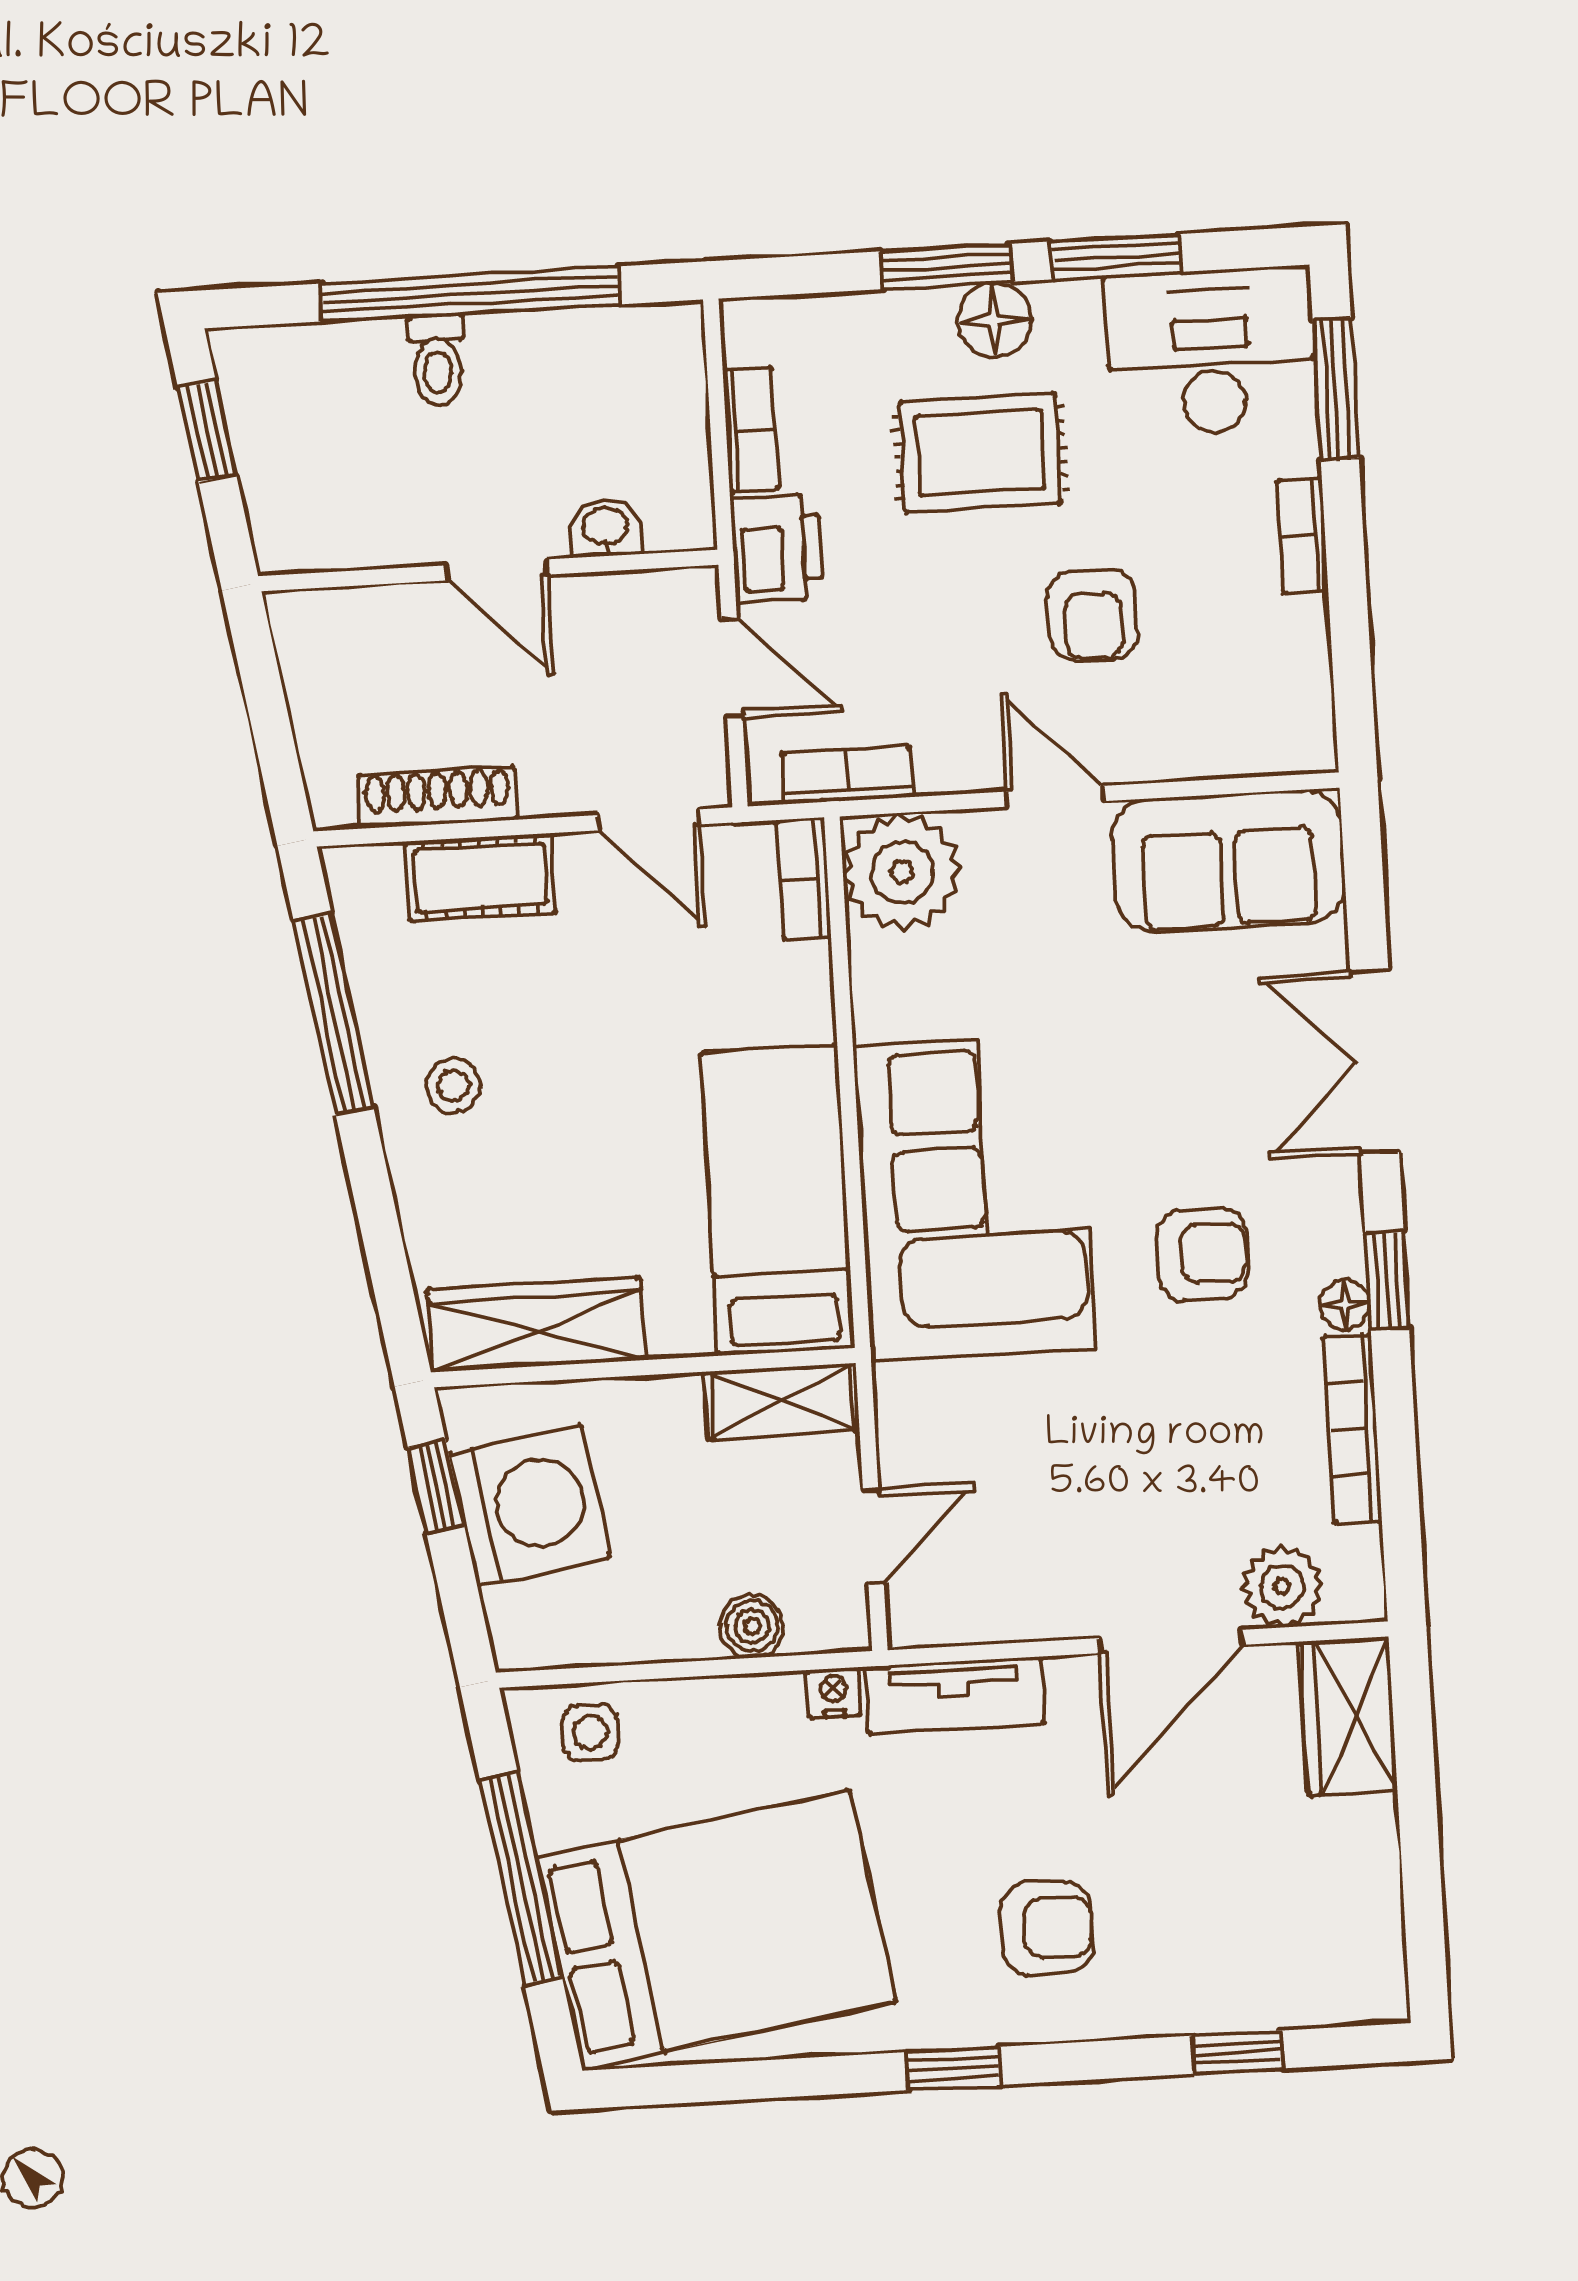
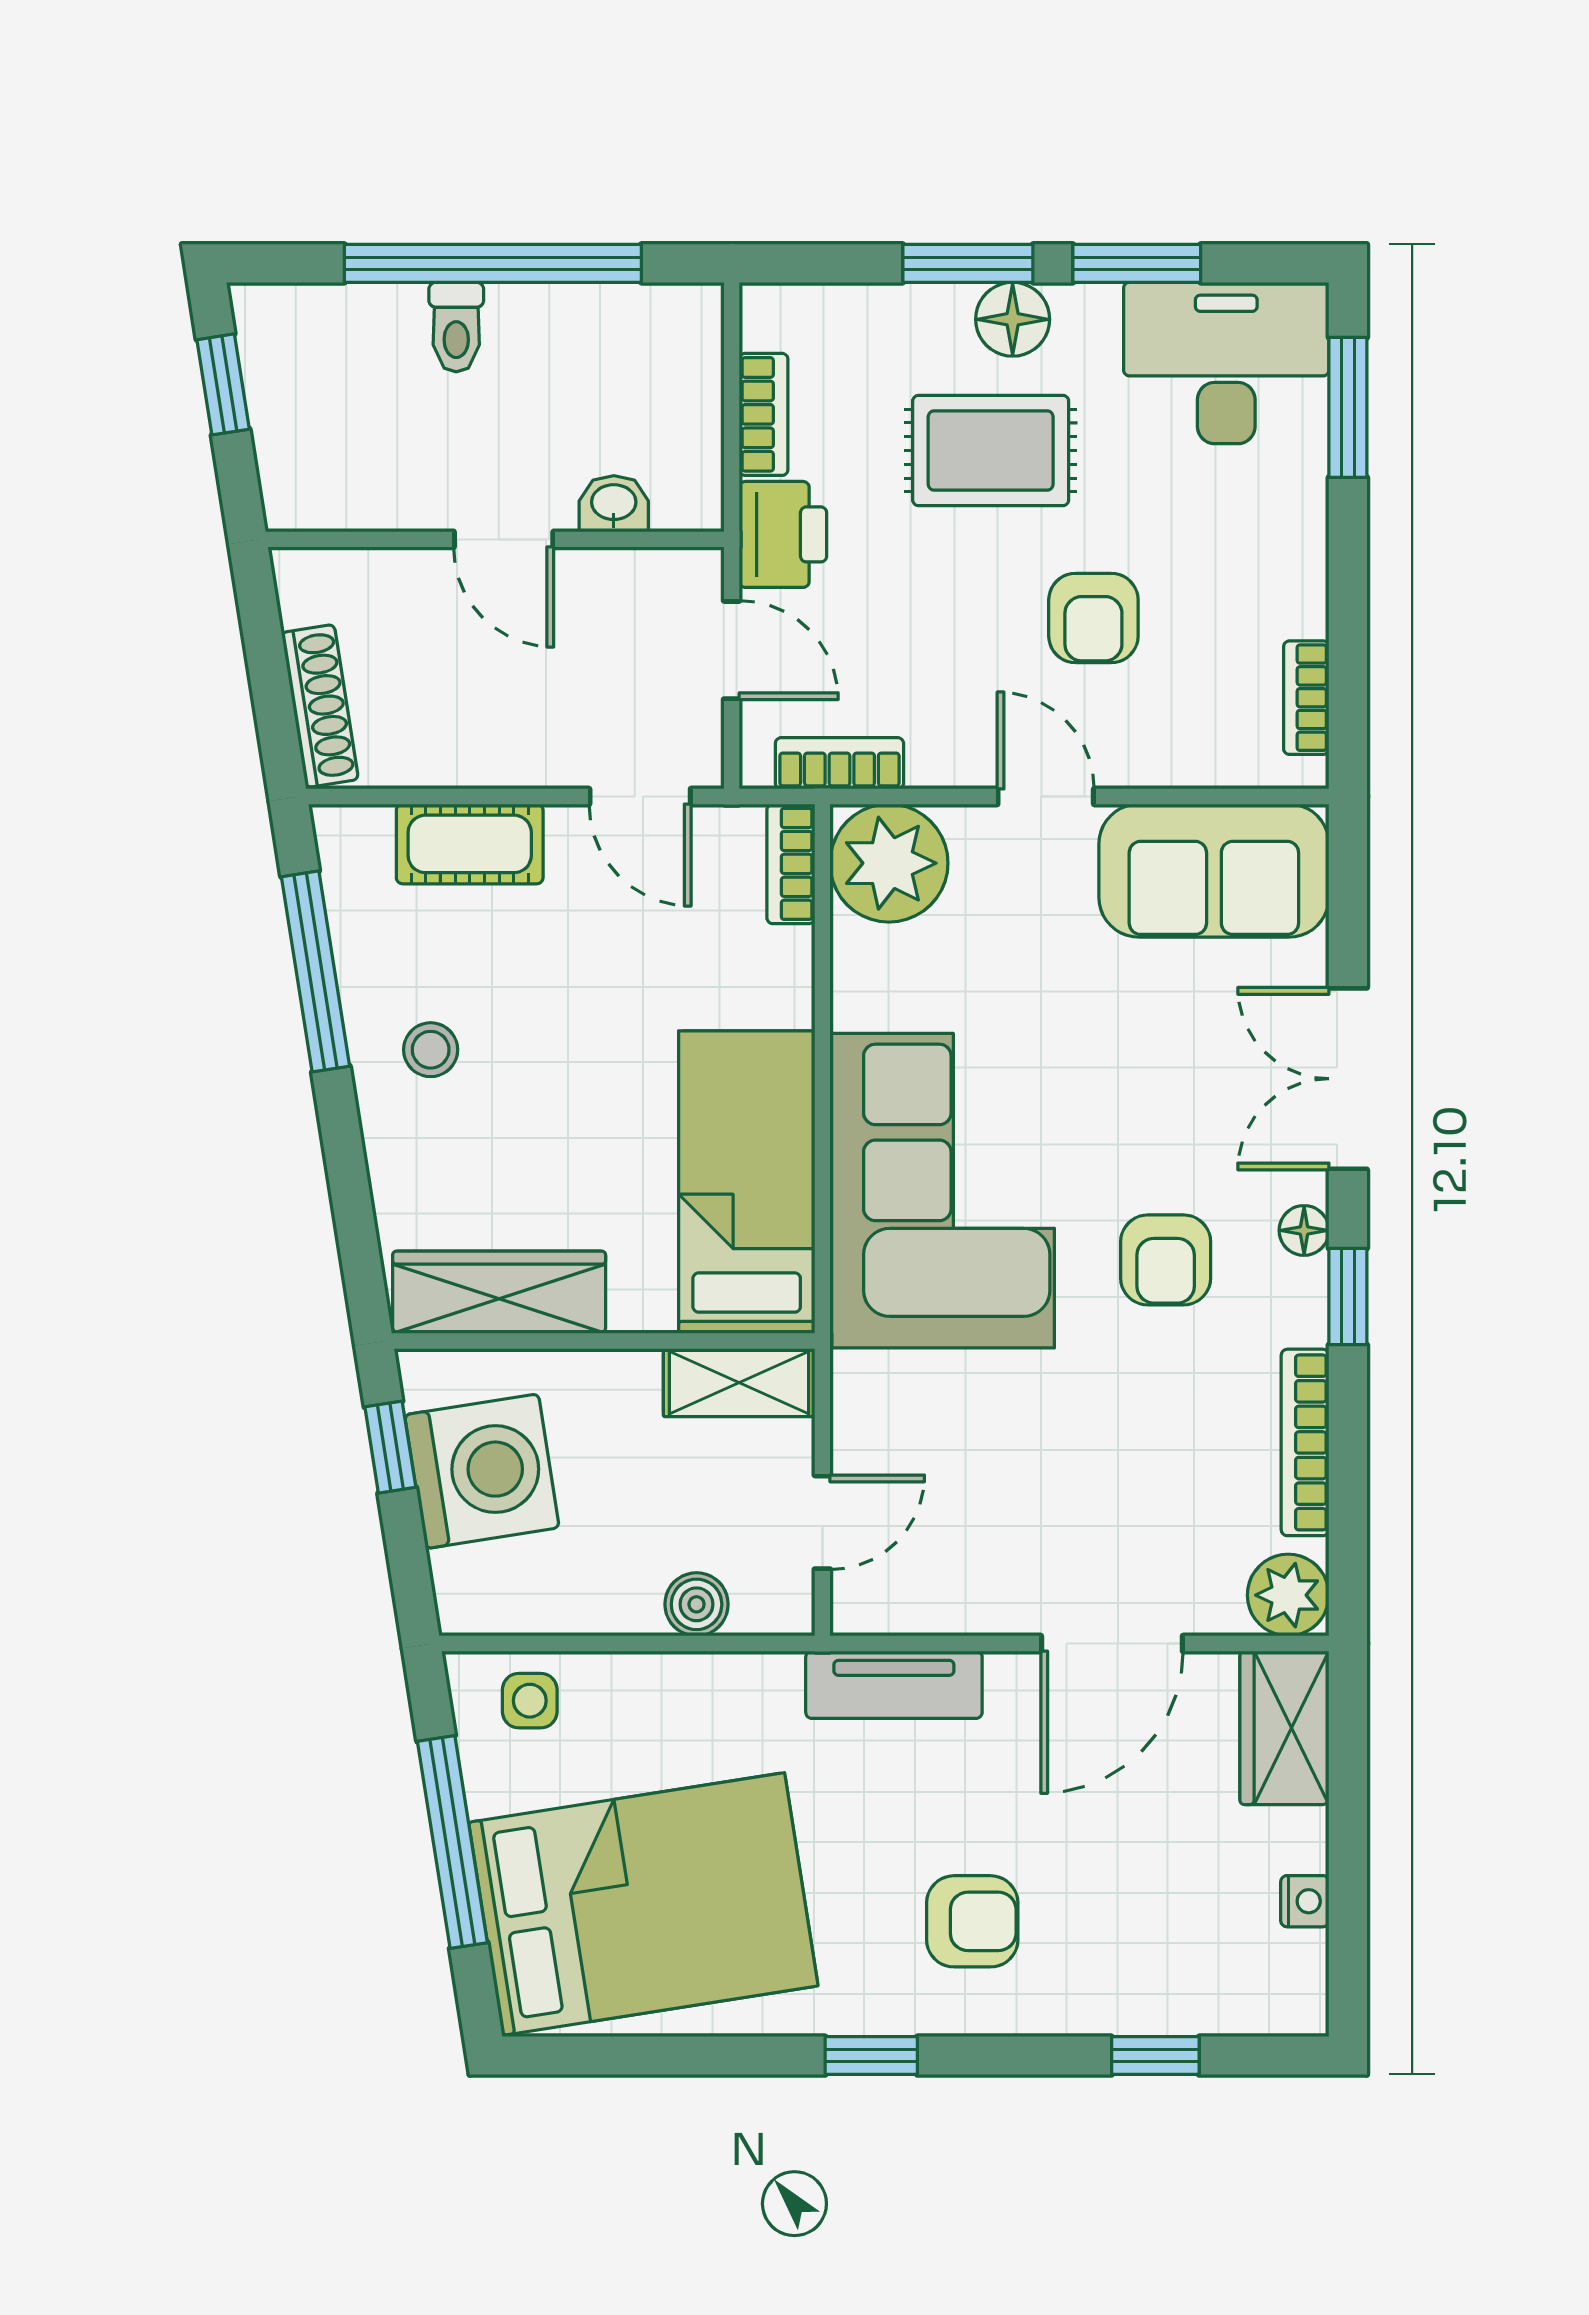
bookcase: (1302, 536) -> (1306, 698), moved
shoe rack: (437, 797) -> (320, 706), moved, turned 81
armchair: (1202, 1254) -> (1166, 1260), turned 90
floor lamp: (1344, 1304) -> (1304, 1230), moved
plant: (1282, 1586) -> (1288, 1595), moved
nightstand: (834, 1693) -> (1305, 1901), moved, turned 90

